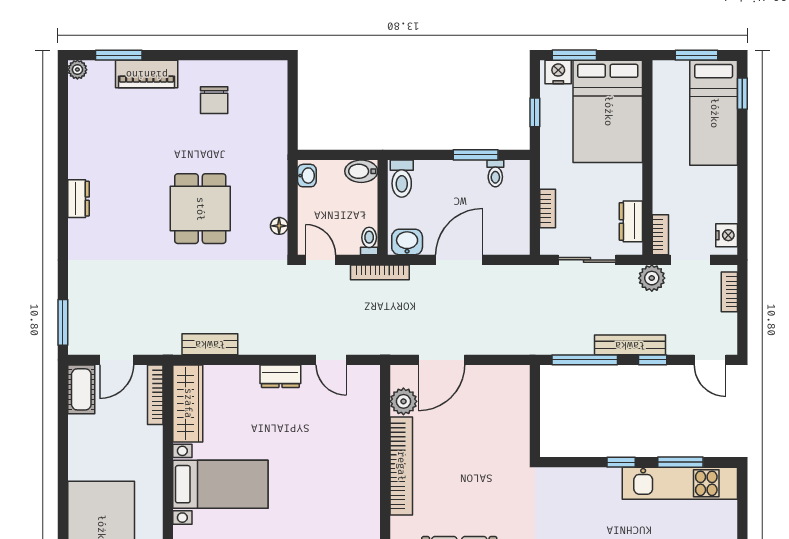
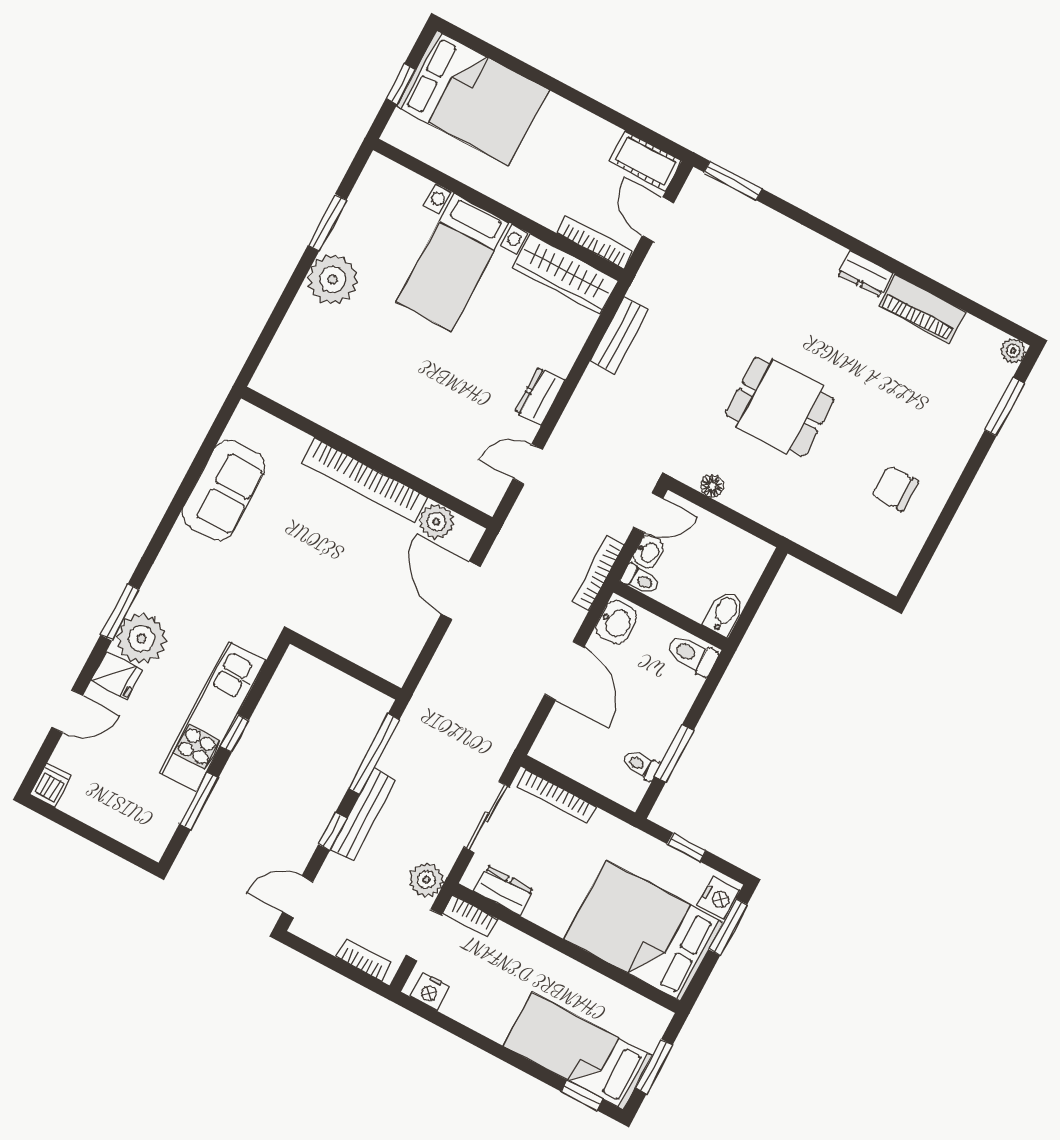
piano: (147, 74) -> (922, 309), moved, turned -90
washbasin: (307, 176) -> (648, 552), moved, turned -90
bookcase: (548, 208) -> (557, 797), width x1.56
kitchen unit: (680, 483) -> (213, 716), moved

